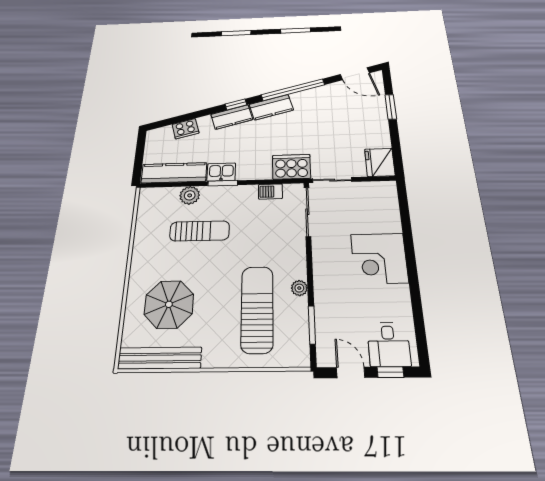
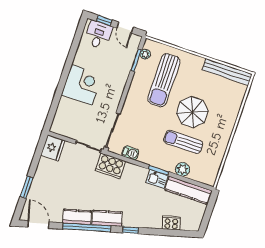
kitchen counter: (232, 117) -> (77, 217), moved
plant: (299, 288) -> (145, 54), moved
parasol: (169, 304) -> (192, 112), moved

